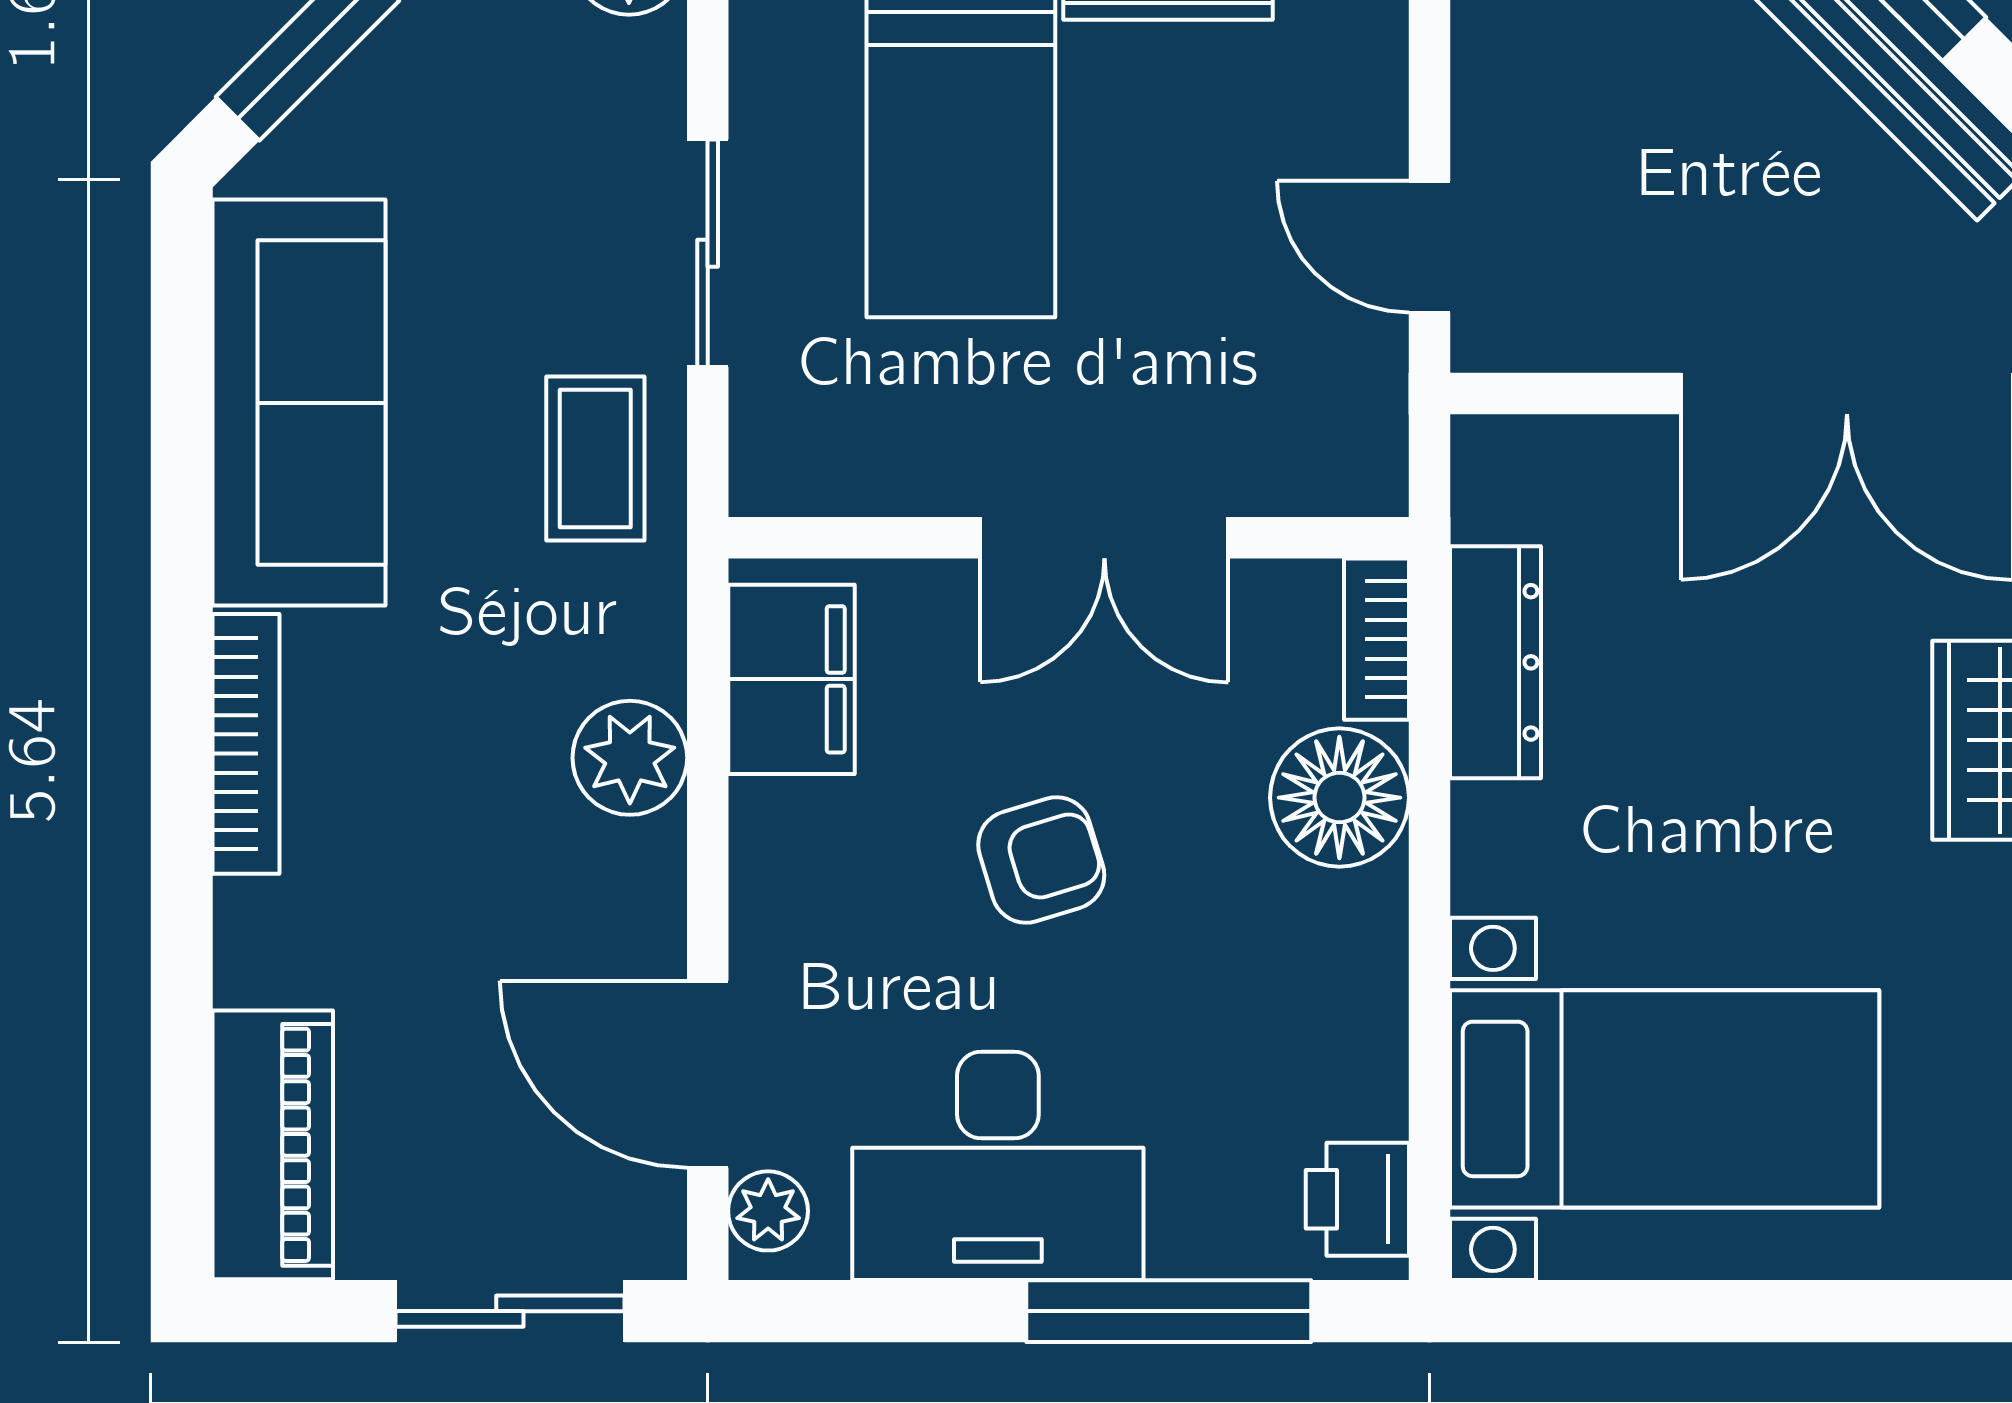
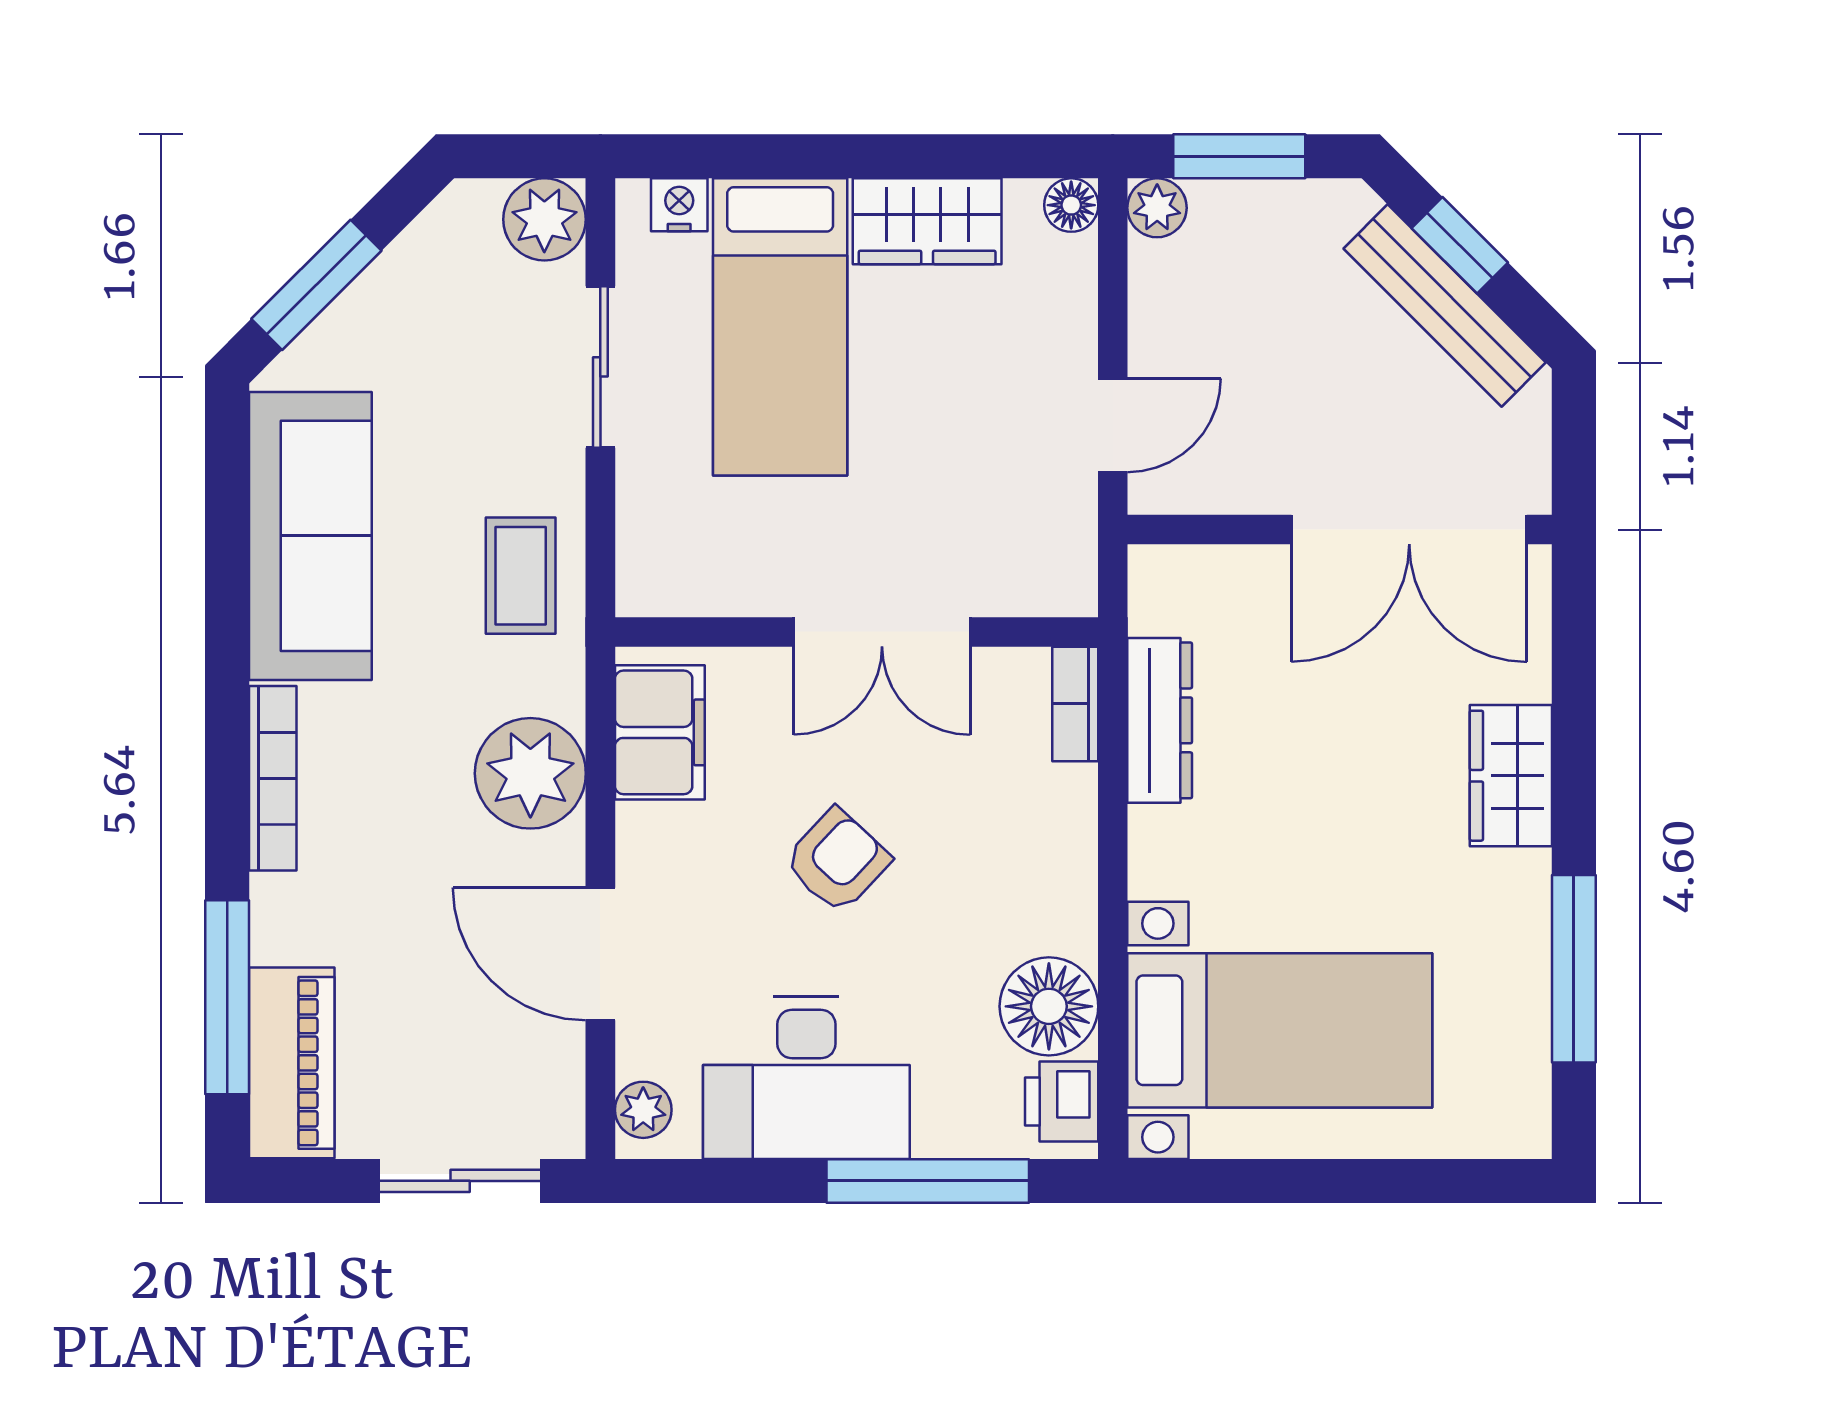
door: (1429, 247) -> (1113, 425), swing flipped
sliding door: (708, 253) -> (600, 367), moved
plant: (630, 758) -> (530, 773), width x1.36, depth x1.36
floor lamp: (1339, 798) -> (1049, 1006), moved
armchair: (1041, 860) -> (837, 861), turned -30
window: (182, 1052) -> (227, 997), added
door: (708, 1074) -> (600, 954), moved

